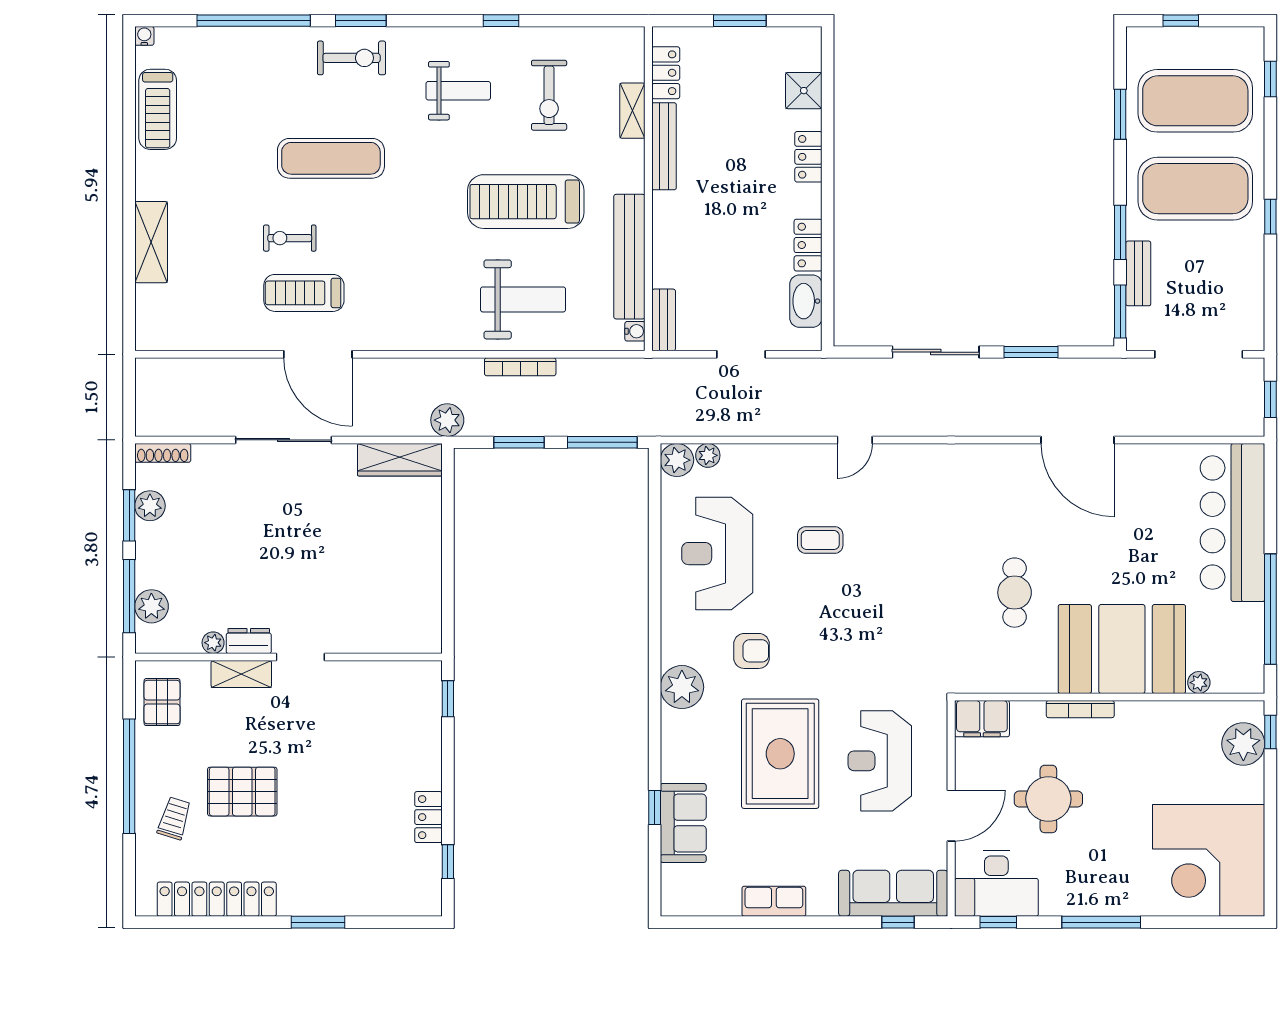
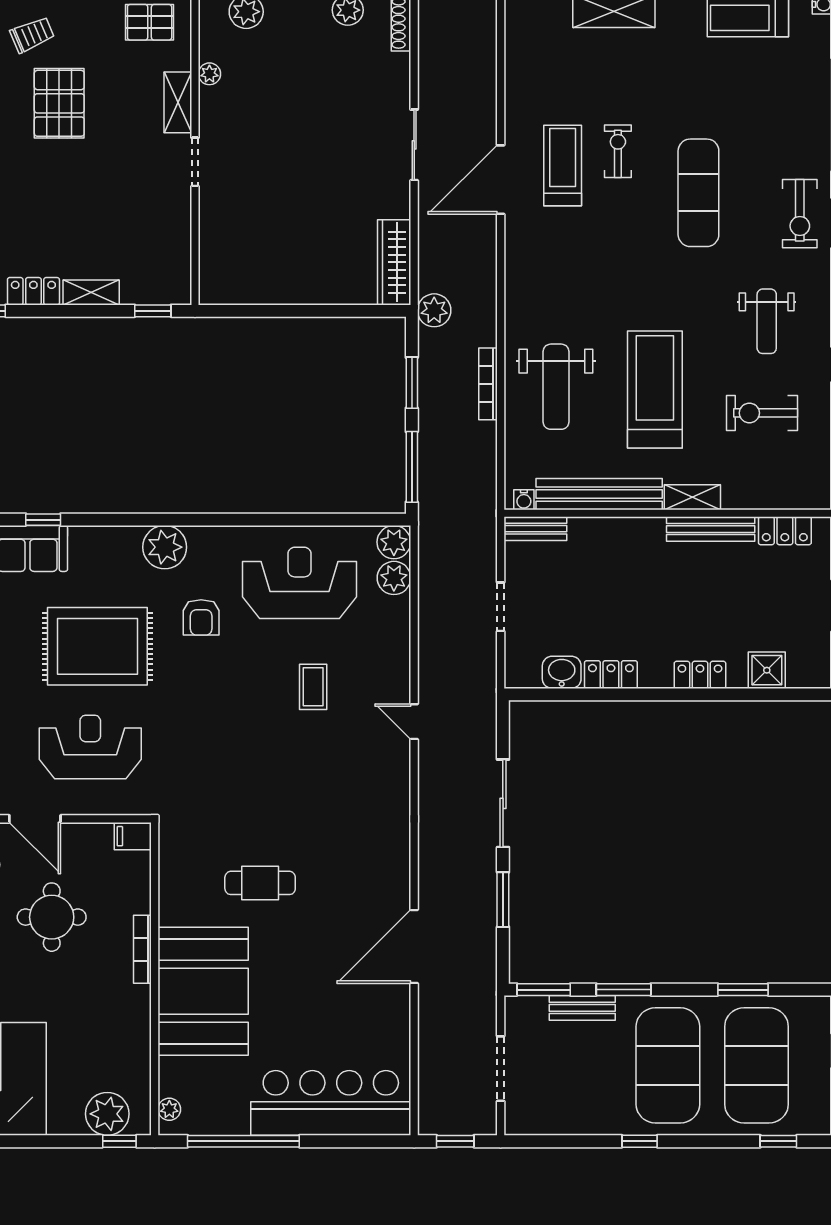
shelving: (632, 111) -> (692, 497), moved
washbasin: (806, 301) -> (562, 672), width x0.72
doorway: (1199, 354) -> (501, 1069), width x0.73
sliding door: (283, 440) -> (414, 145), width x0.73
plant: (708, 455) -> (394, 578), width x1.38, depth x1.38
dresser: (249, 641) -> (211, 110), removed
plant: (1199, 683) -> (169, 1109), moved
filing cabinet: (982, 719) -> (133, 836), width x0.50
shelving: (430, 760) -> (91, 292), added
trolley: (174, 818) -> (32, 35), turned -40

